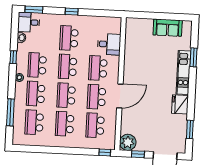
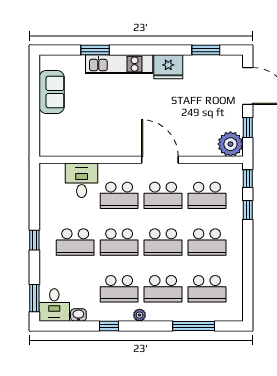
window: (84, 151) -> (248, 210), added

